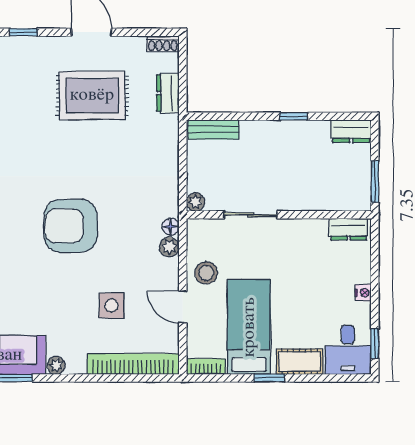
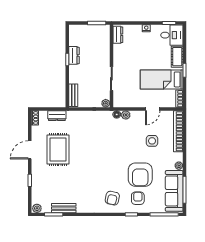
dresser: (351, 131) -> (74, 55), moved
armchair: (71, 226) -> (140, 175), moved
stool: (206, 273) -> (137, 99), removed

